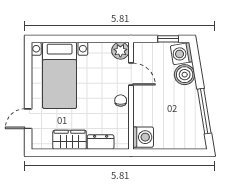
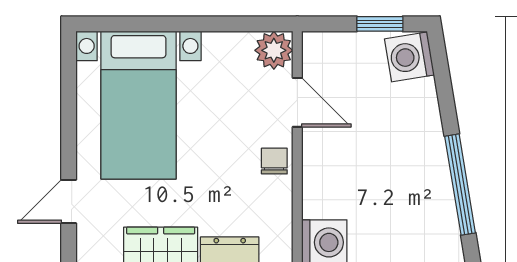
boiler: (185, 75) -> (417, 103), removed

